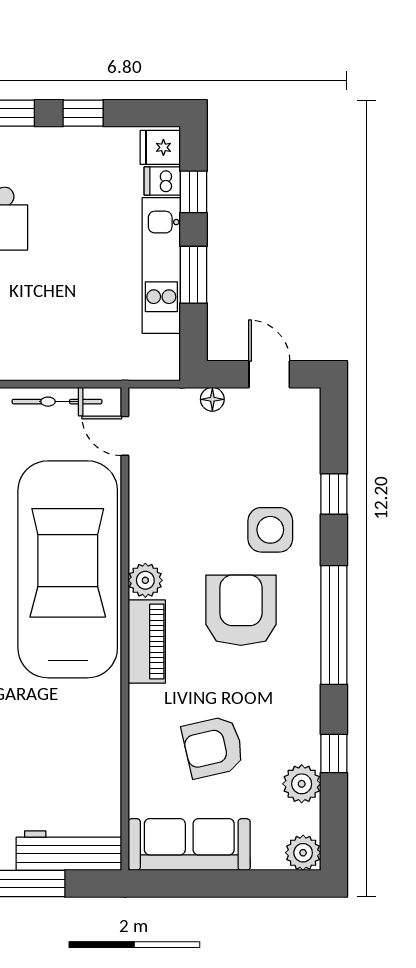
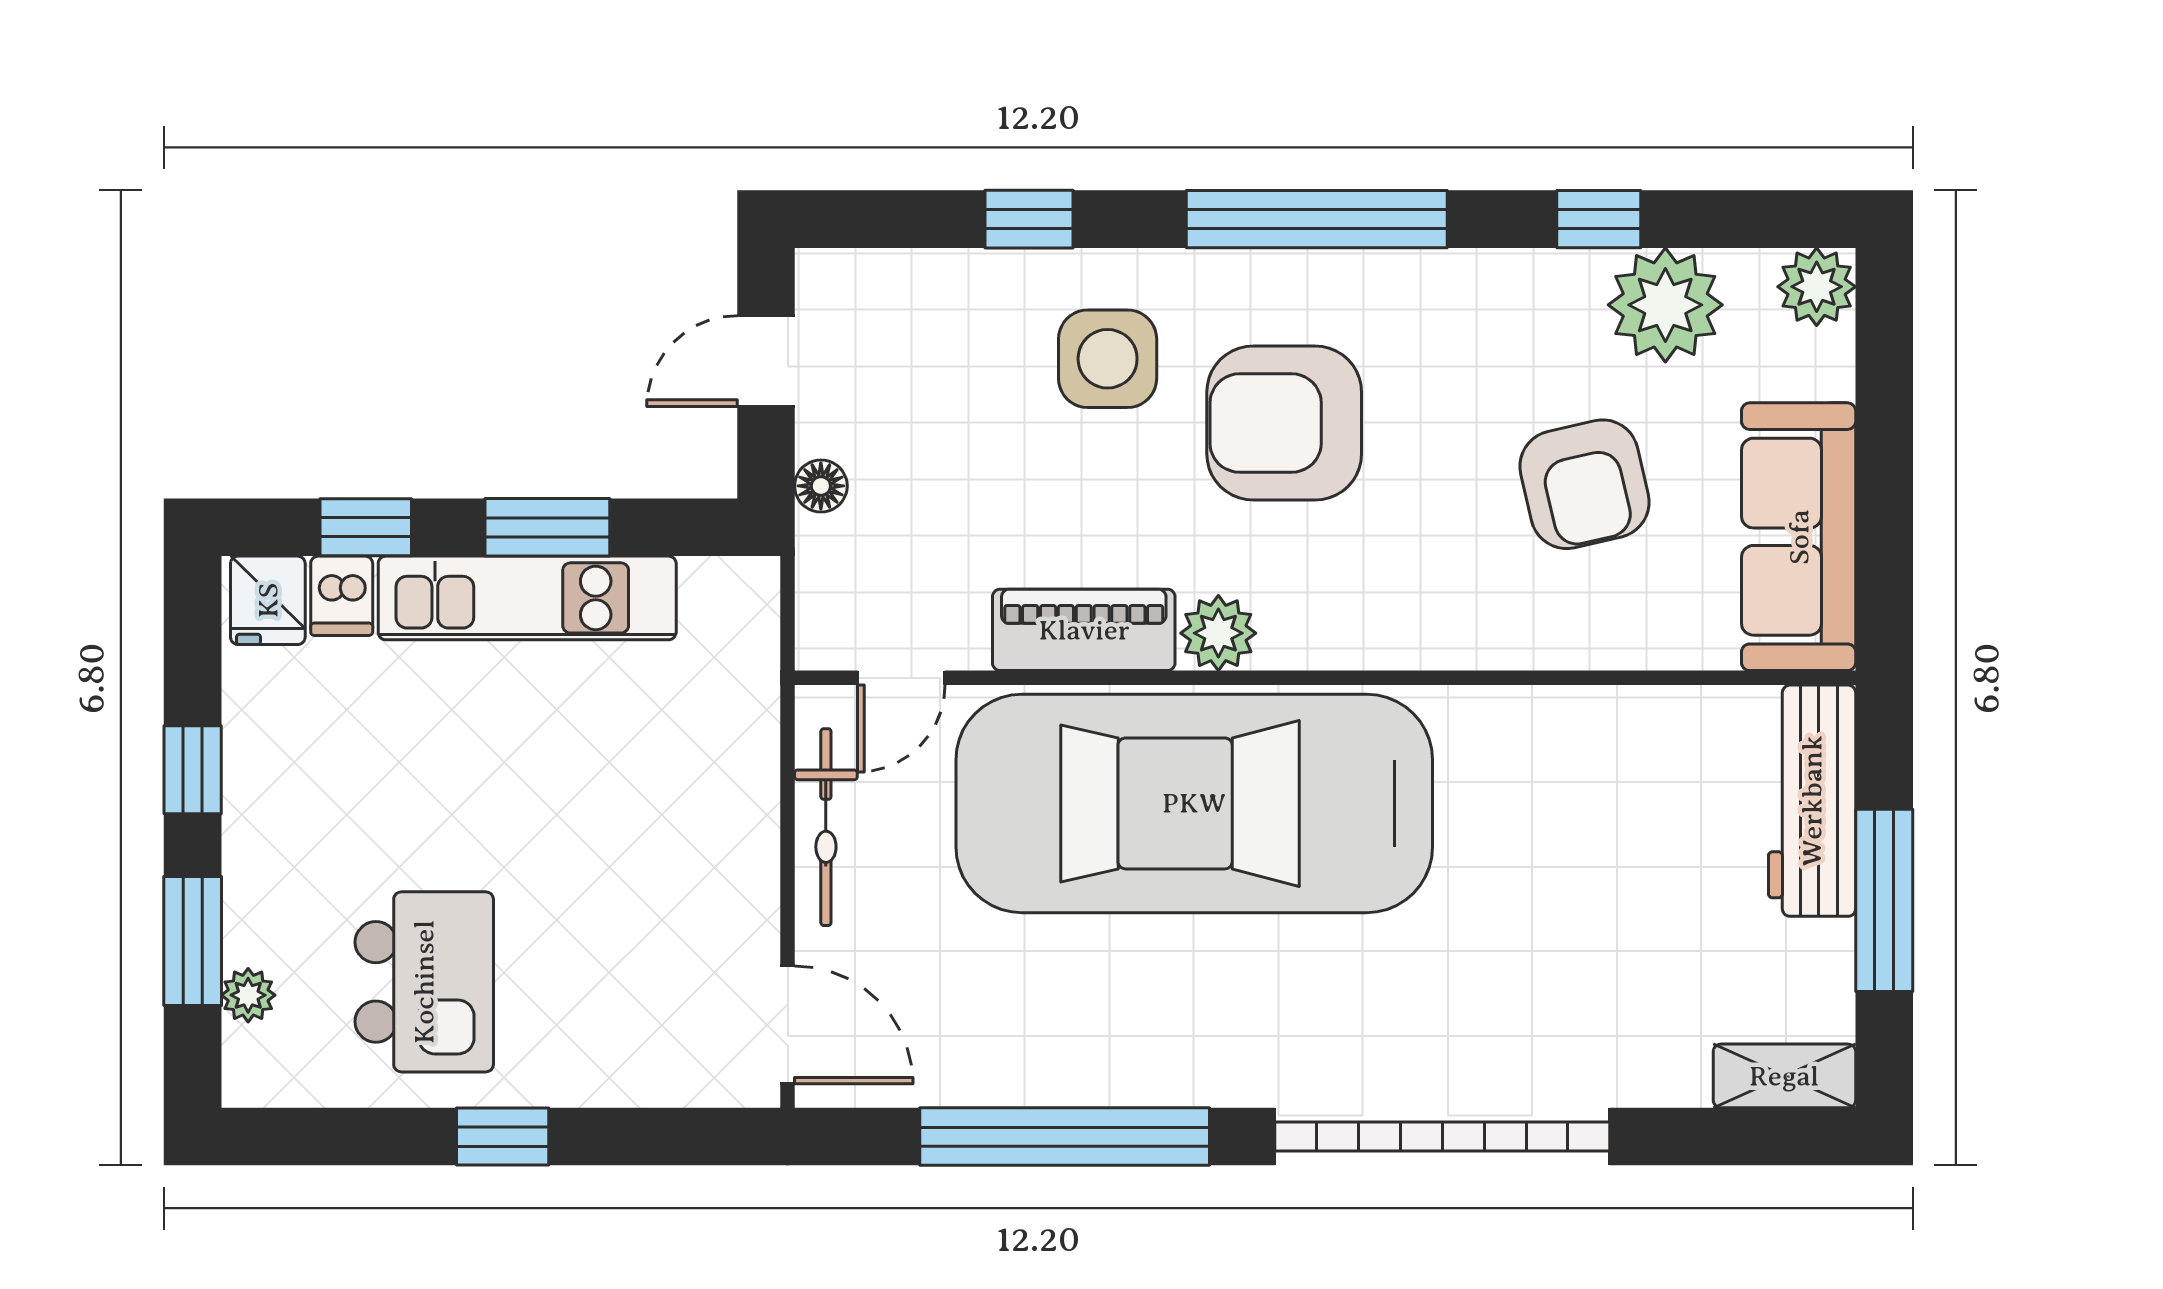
piano: (147, 642) -> (1084, 630), moved
plant: (302, 784) -> (1665, 305), width x1.36, depth x1.36

